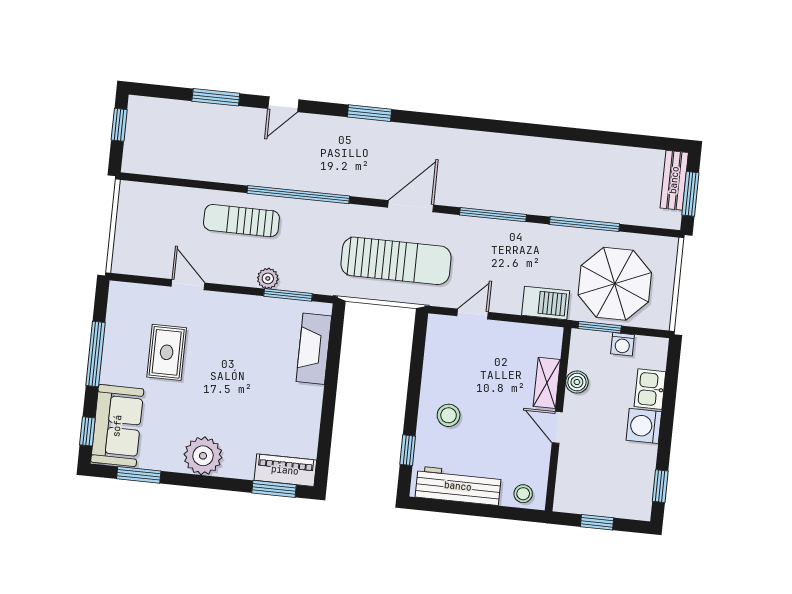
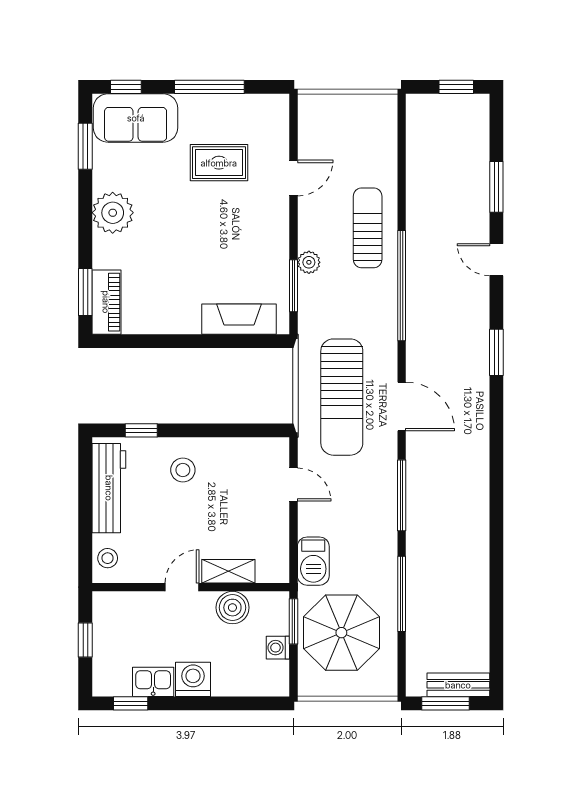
boiler: (577, 382) -> (232, 608), width x1.36, depth x1.36
kitchen sink: (650, 389) -> (153, 682), moved

